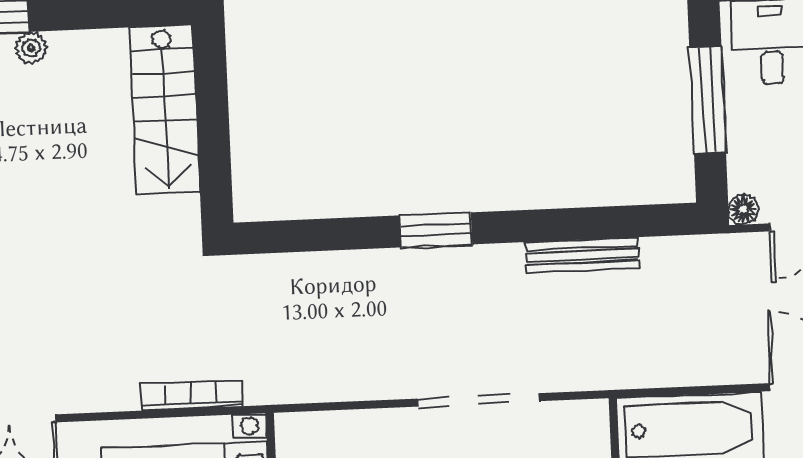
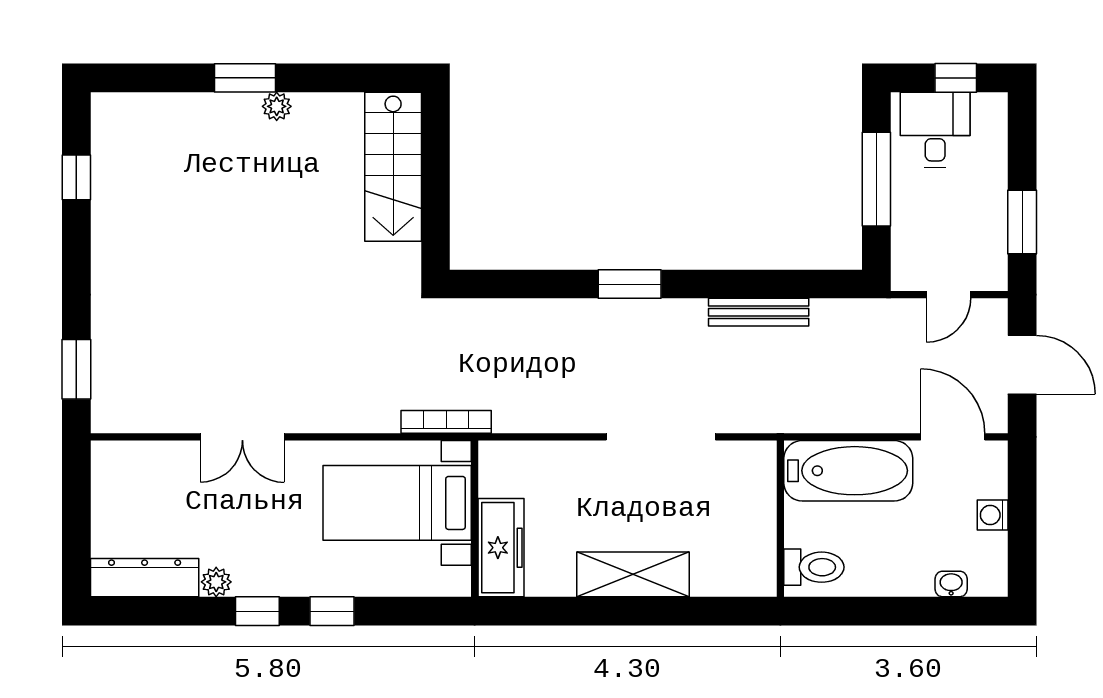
floor lamp: (743, 210) -> (904, 278), removed
bookcase: (191, 396) -> (446, 422), moved

